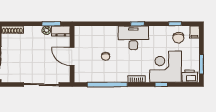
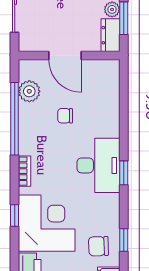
door: (72, 56) -> (65, 56), swing flipped
plant: (92, 76) -> (29, 91), added

